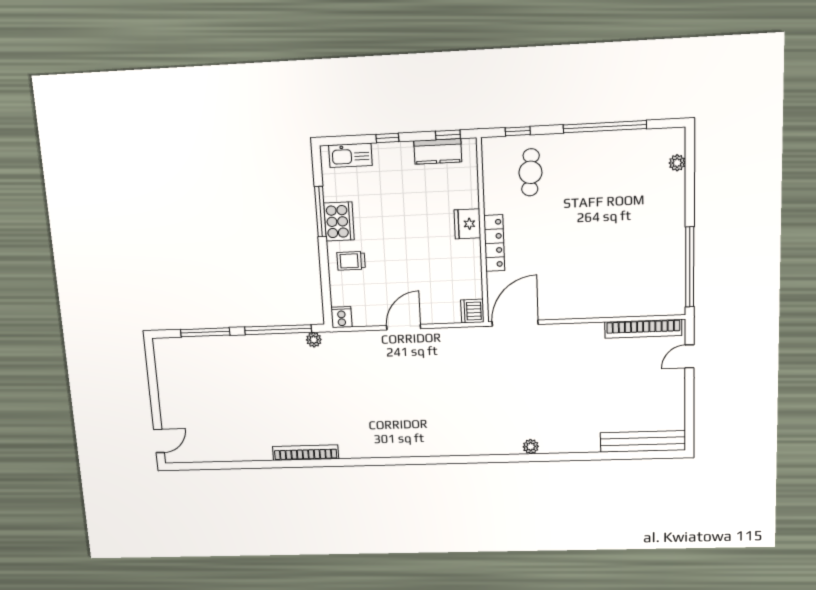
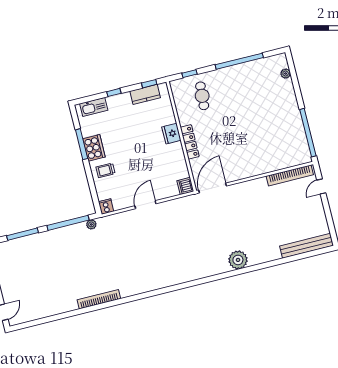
plant: (531, 447) -> (238, 260), width x1.88, depth x1.88

